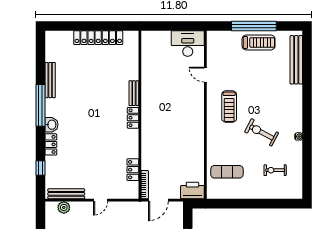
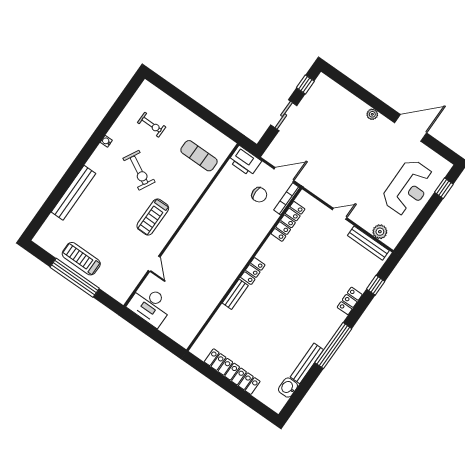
bench: (296, 60) -> (73, 193), moved
treadmill: (229, 106) -> (153, 217), turned 180
washbasin: (51, 125) -> (288, 388), moved
locker: (133, 170) -> (288, 221), width x1.53
chair: (166, 174) -> (259, 195), added

